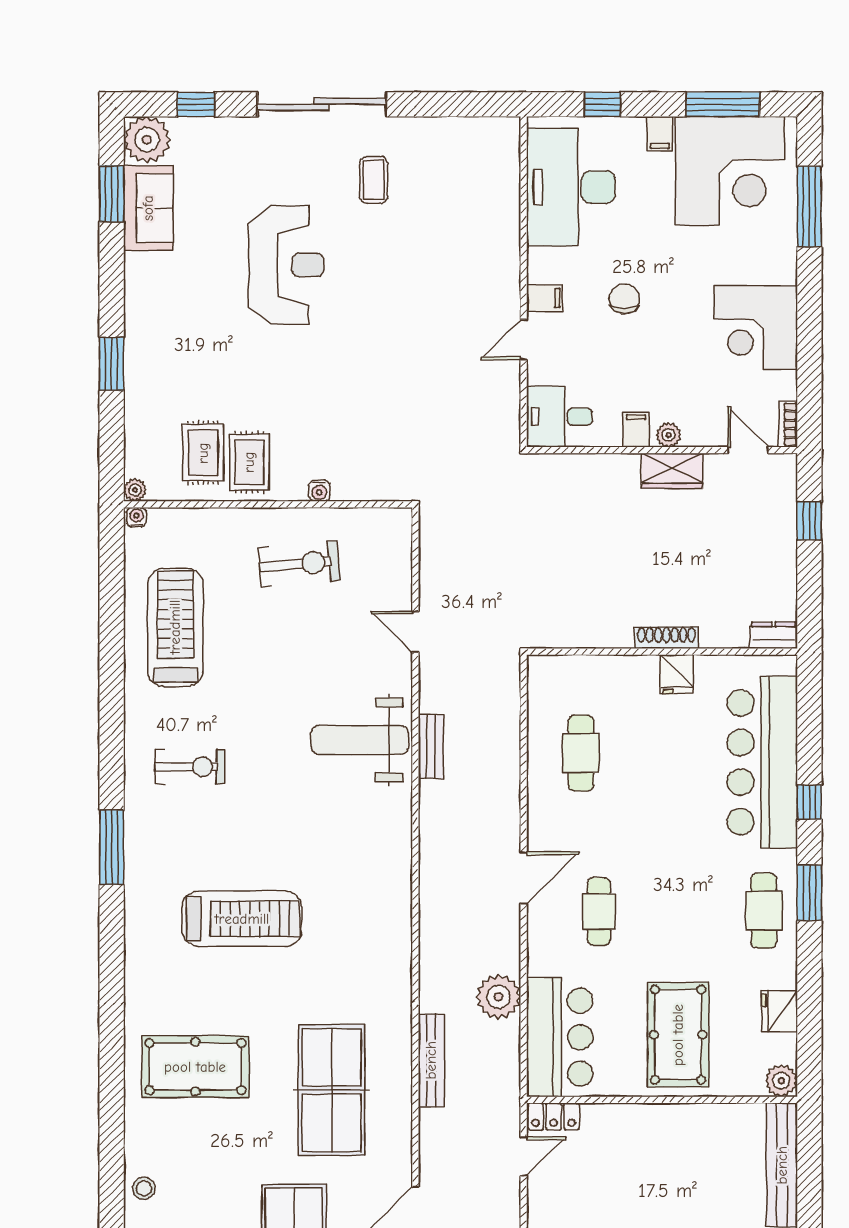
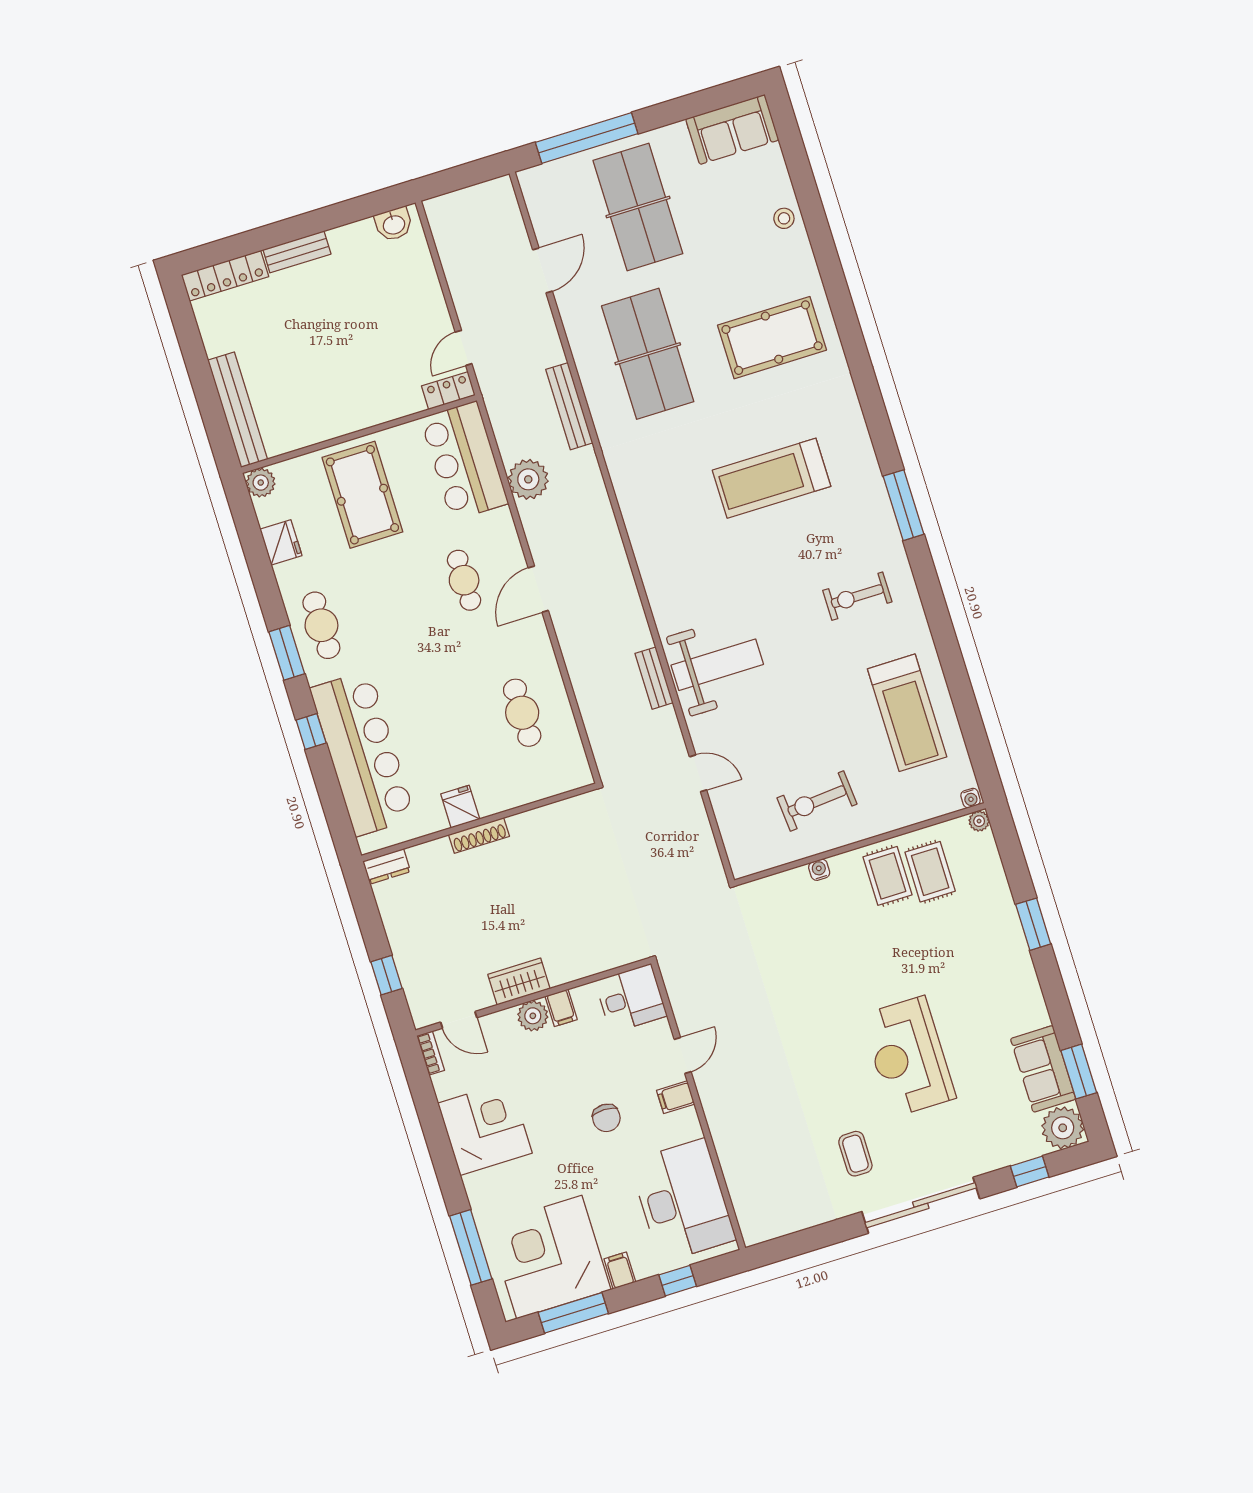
plant: (669, 435) -> (533, 1016), width x1.38, depth x1.38

